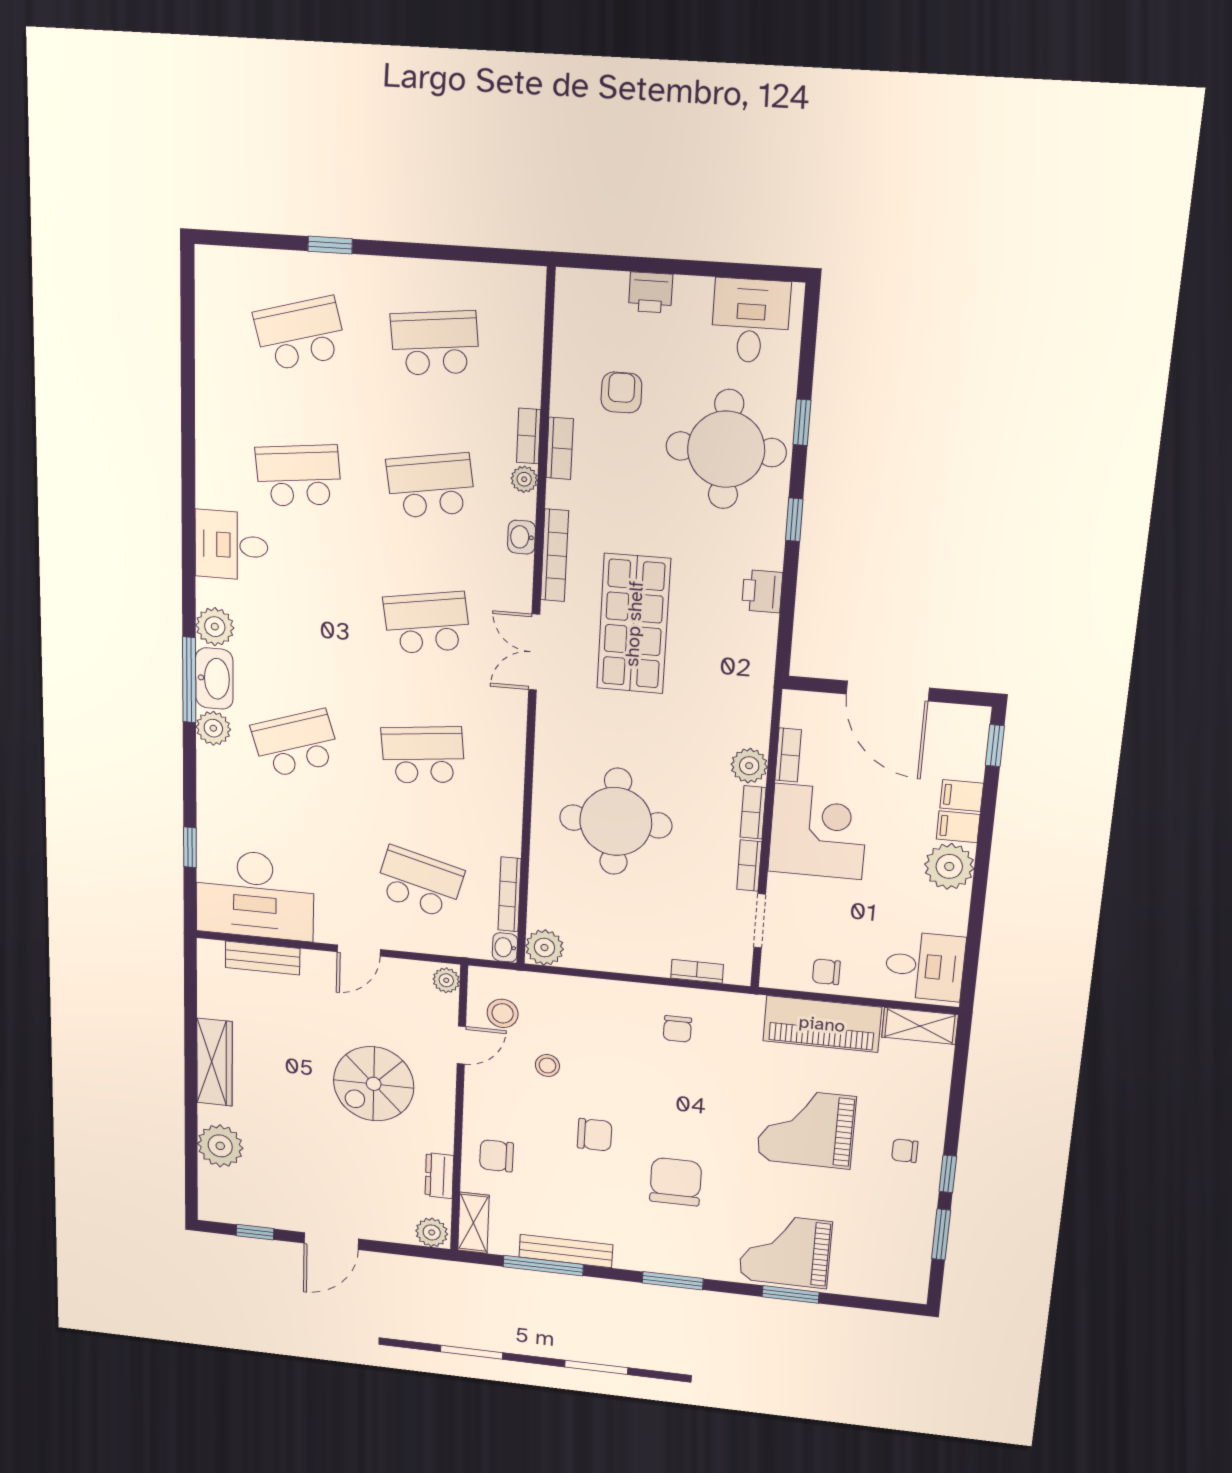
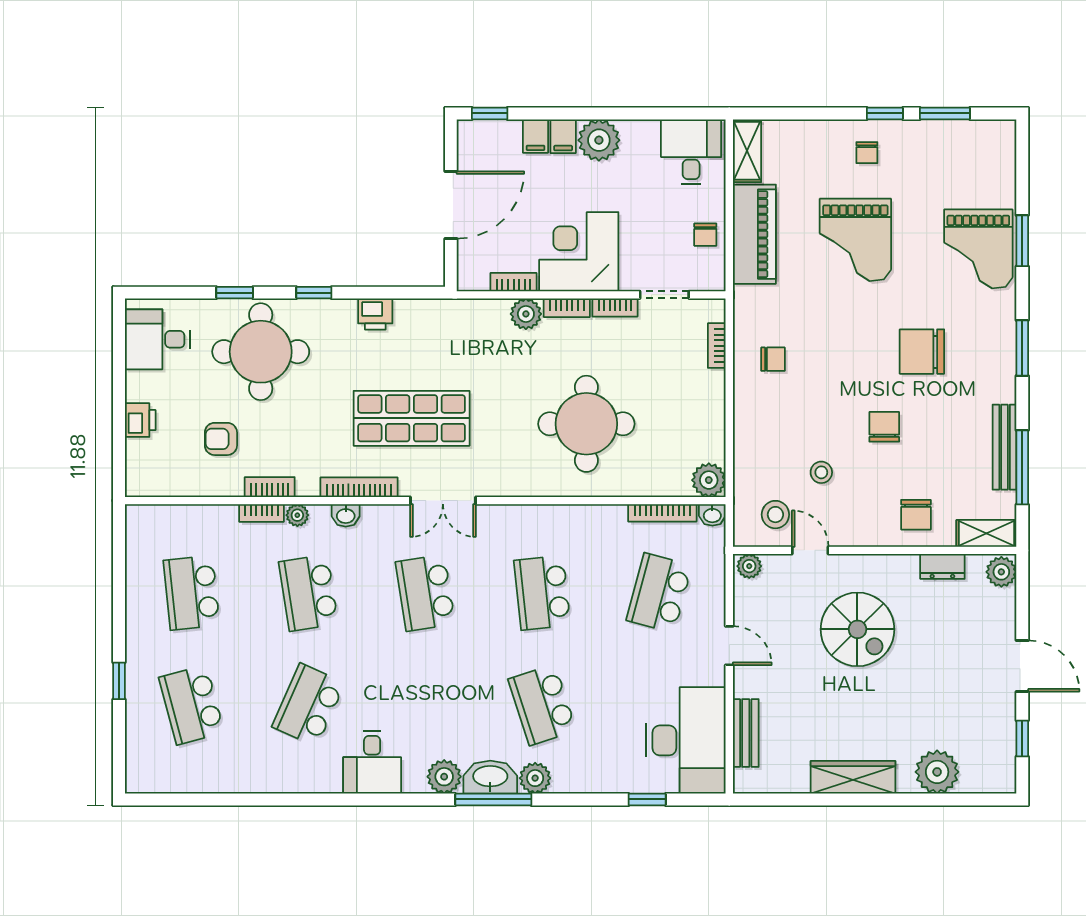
school desk: (299, 476) -> (308, 705), turned 30

